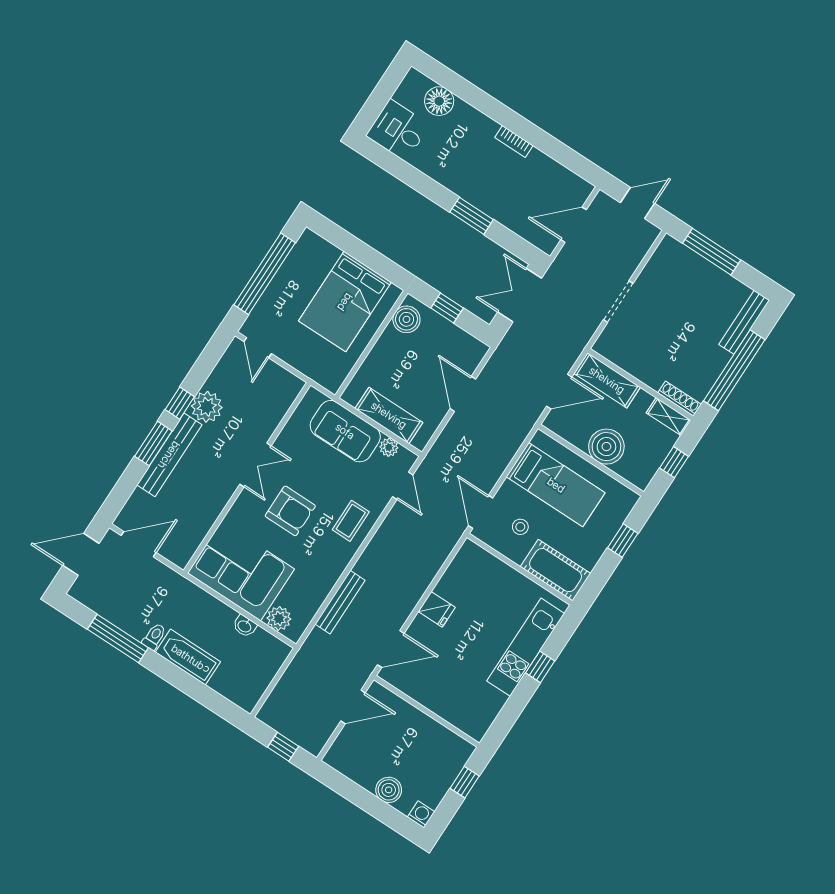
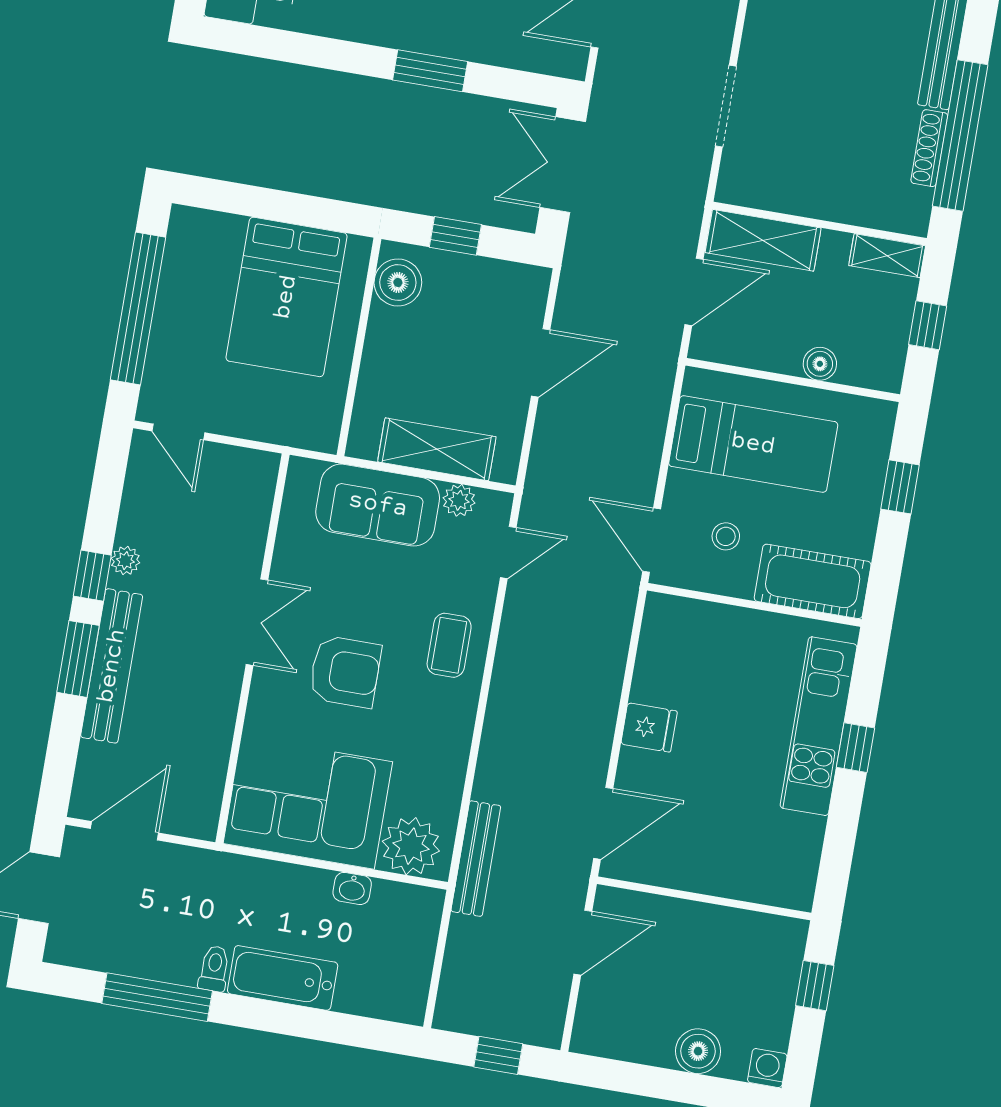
door: (463, 394) -> (541, 363), swing flipped
shoe rack: (679, 399) -> (929, 148), moved, turned -90
plant: (207, 407) -> (125, 561), width x0.53, depth x0.53
boiler: (606, 447) -> (820, 364), width x0.54, depth x0.54
door: (403, 486) -> (508, 553), hinge flipped
bench: (340, 602) -> (476, 859), moved
plant: (279, 619) -> (411, 846), width x1.36, depth x1.36

